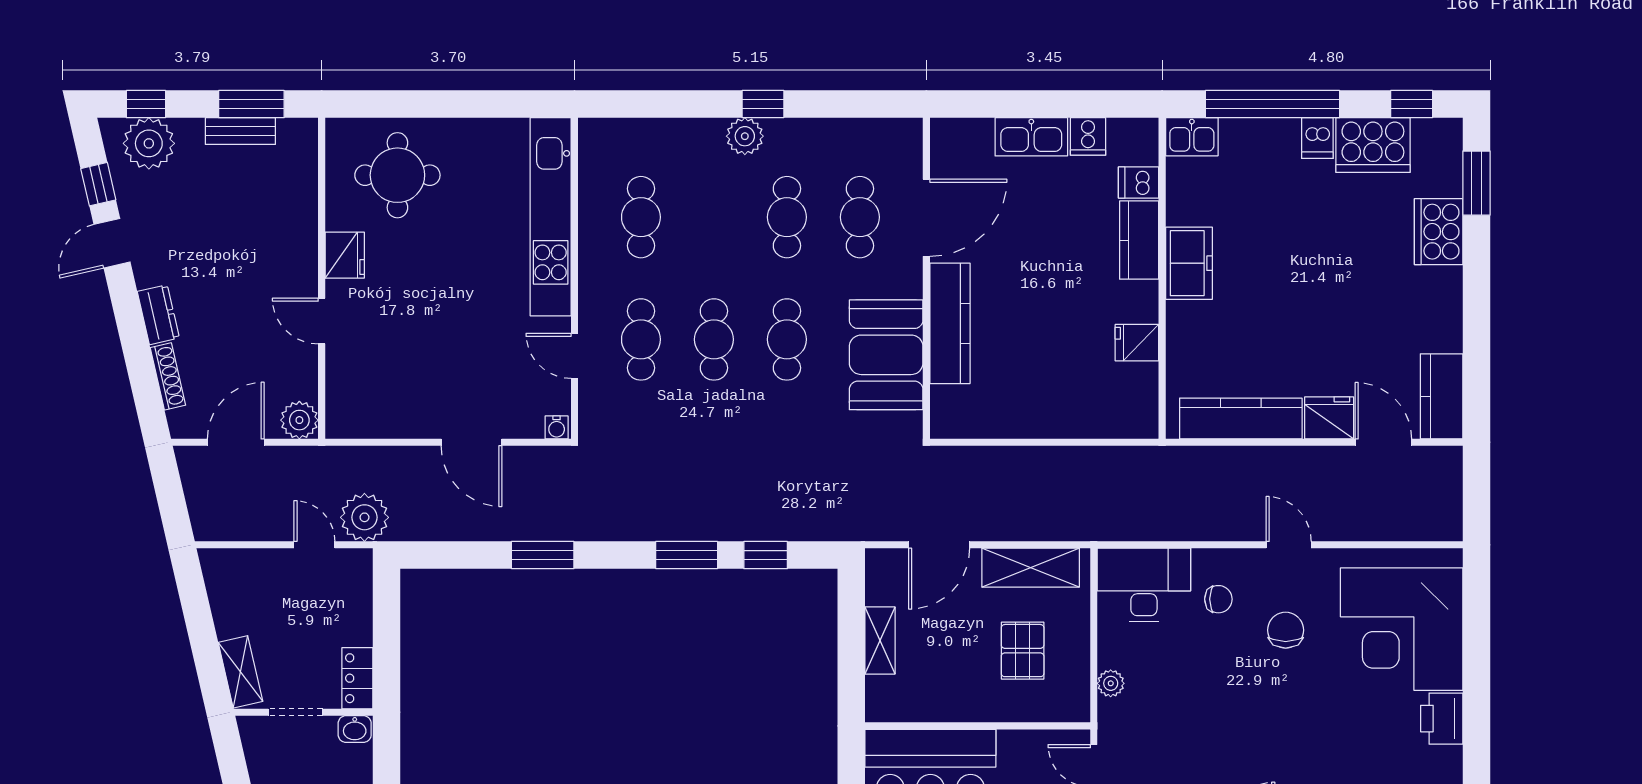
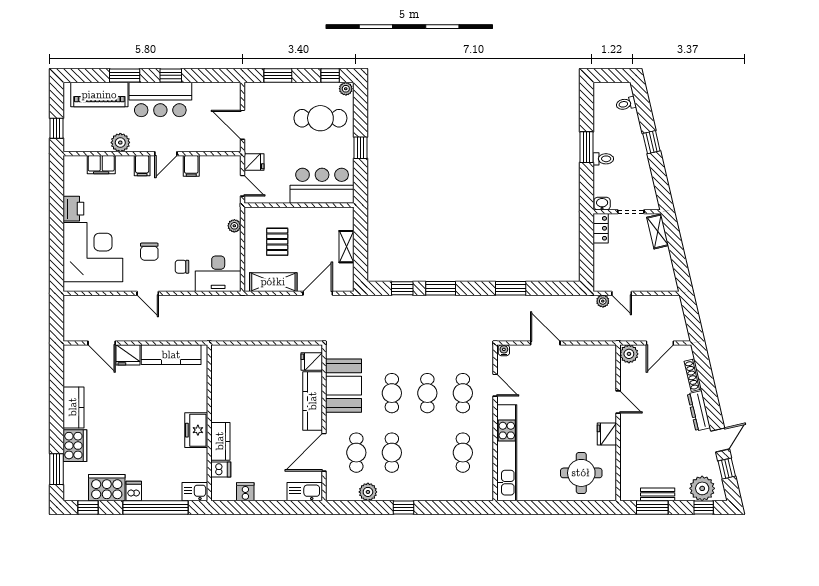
plant: (745, 136) -> (368, 492), moved
kitchen sink: (1031, 137) -> (305, 492), moved
dresser: (158, 315) -> (699, 411), width x1.44
fridge: (1137, 343) -> (312, 361), moved, turned 180
kitchen counter: (1442, 396) -> (73, 407), moved
plant: (364, 517) -> (603, 301), width x0.53, depth x0.53

